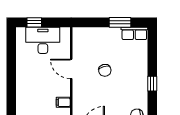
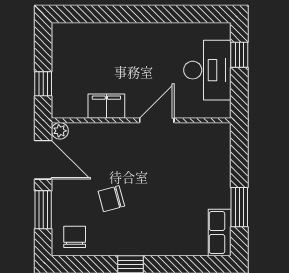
chair: (105, 70) -> (111, 199), moved
filing cabinet: (63, 102) -> (106, 106), width x2.00

